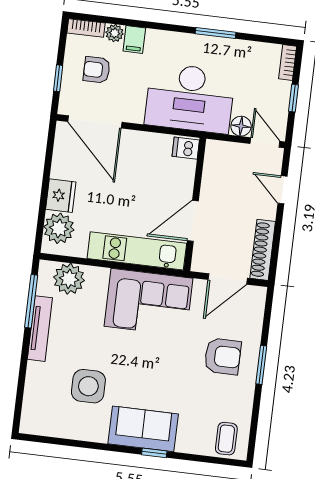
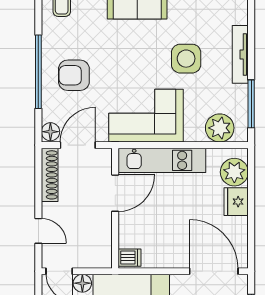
floor lamp: (256, 297) -> (50, 132), added
tv unit: (40, 329) -> (240, 54), moved
window: (261, 365) -> (38, 72), width x2.11
side table: (88, 386) -> (186, 59), moved

